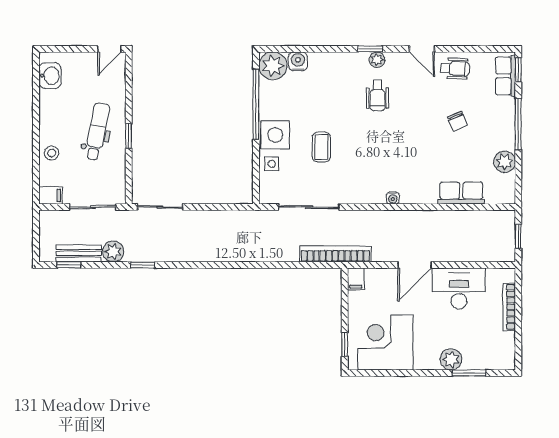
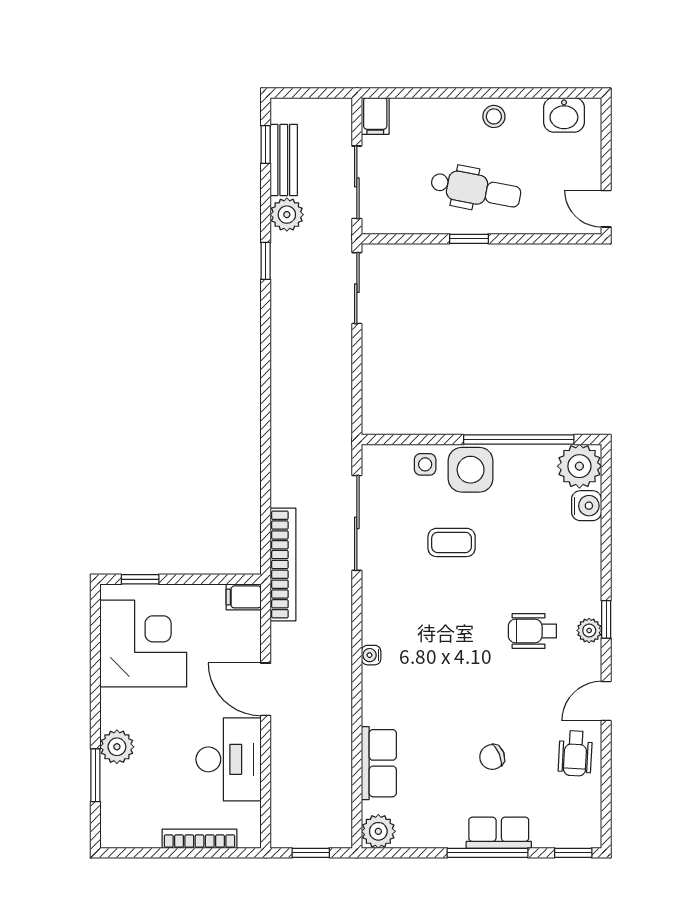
row of seats: (505, 76) -> (499, 833), moved
stool: (52, 153) -> (494, 116), moved
plant: (505, 162) -> (378, 831), moved

